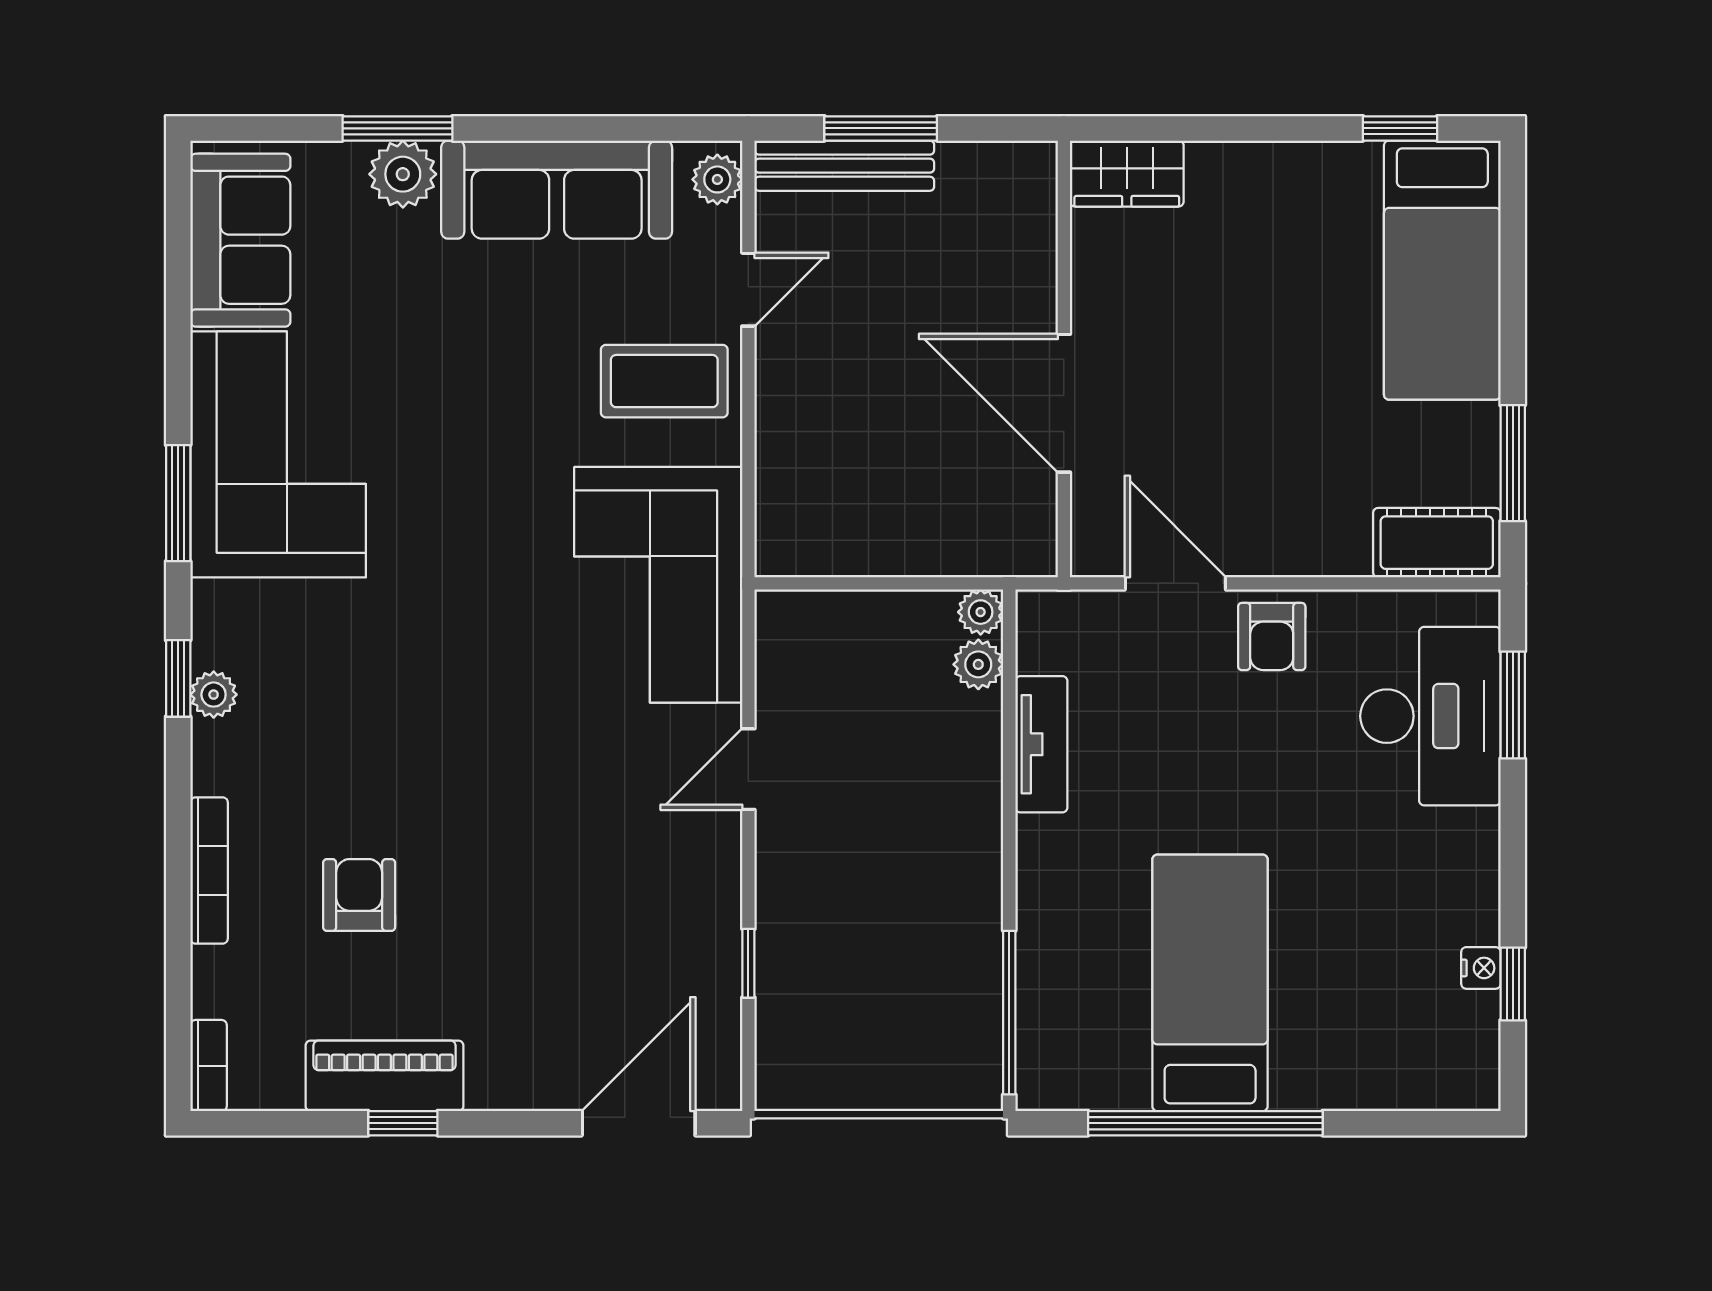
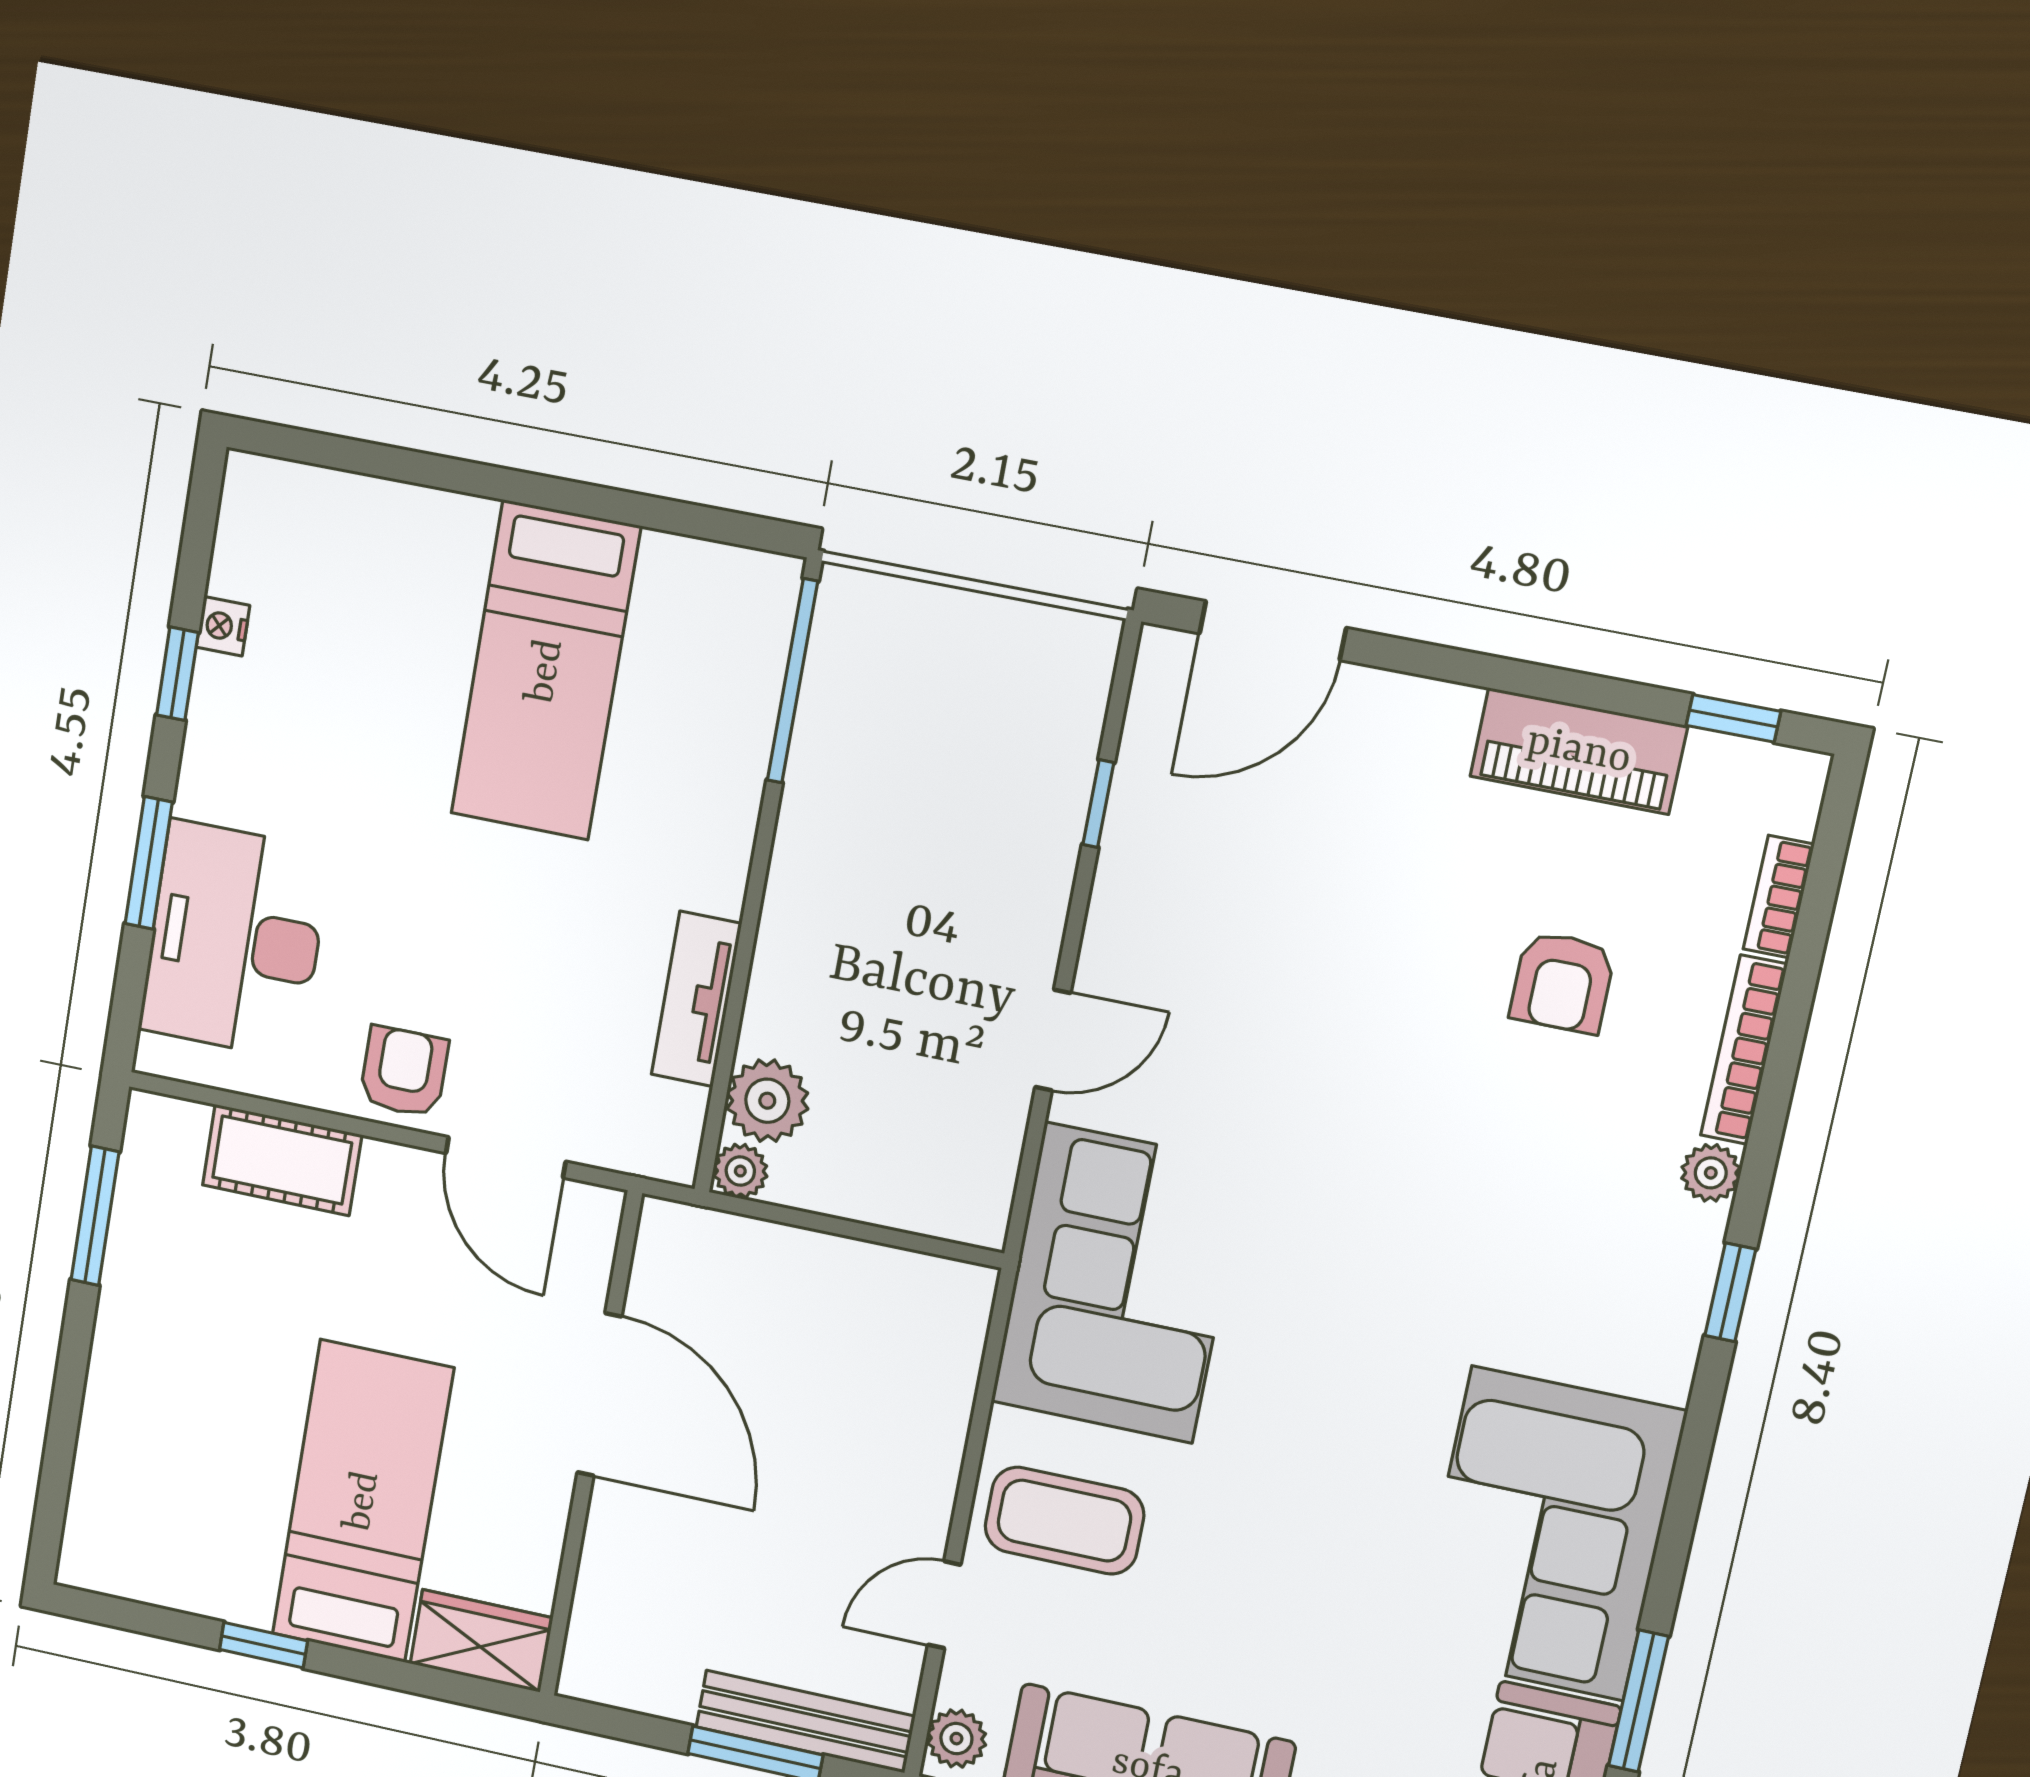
window: (1400, 128) -> (264, 1645), moved
bed: (1442, 270) -> (363, 1501), moved
window: (178, 503) -> (1639, 1701), moved
cot: (1437, 543) -> (282, 1160), moved
plant: (978, 664) -> (767, 1101), width x1.38, depth x1.38
plant: (214, 695) -> (1711, 1173), moved
window: (1513, 705) -> (149, 863), moved
window: (1513, 984) -> (177, 674), moved
bookcase: (209, 1066) -> (1779, 897), moved
window: (403, 1123) -> (1733, 718), moved
window: (1205, 1123) -> (580, 499), removed

